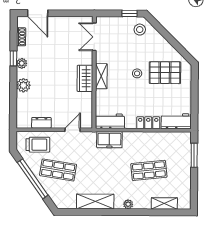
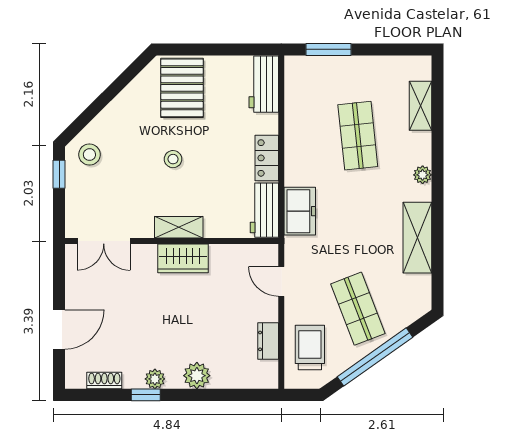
door: (38, 13) -> (59, 329), moved
pallet: (165, 73) -> (182, 88), moved
locker: (148, 123) -> (267, 158), moved
shop shelf: (58, 170) -> (358, 309), turned -30

